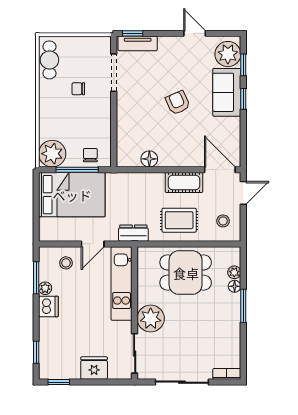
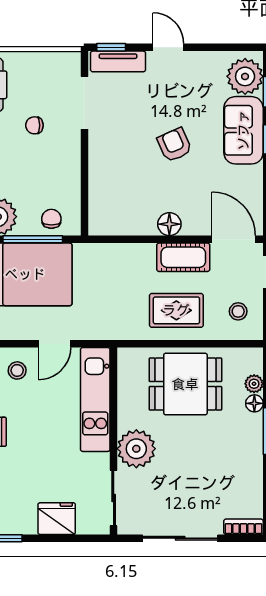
door: (195, 33) -> (168, 47), moved
floor lamp: (149, 159) -> (169, 224), moved
dresser: (133, 233) -> (112, 329), removed

